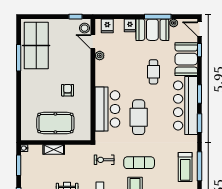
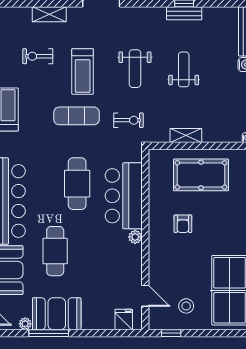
fridge: (130, 25) -> (90, 320), removed
stool: (85, 28) -> (186, 306), moved
plant: (100, 56) -> (135, 237), moved
cafe table: (153, 72) -> (55, 251), width x1.37, depth x1.35
shelving: (54, 149) -> (186, 136), moved

